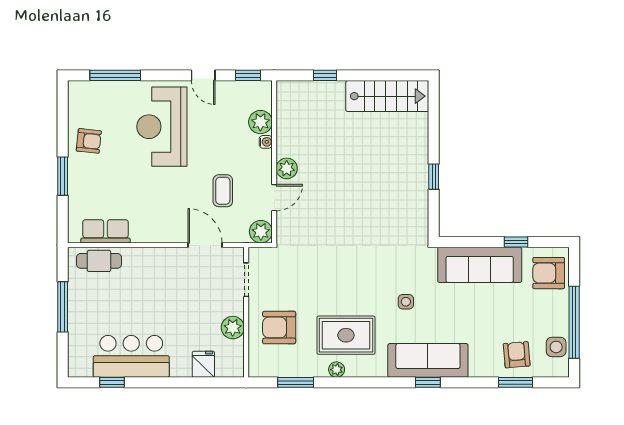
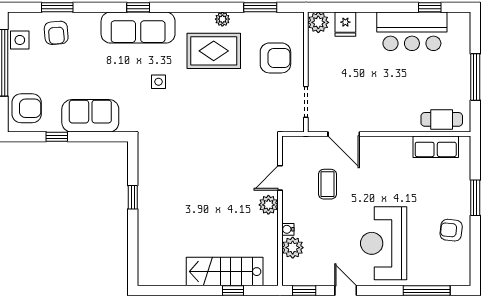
stairs: (387, 96) -> (225, 272), moved
reception desk: (162, 127) -> (384, 243), turned 180
plant: (261, 232) -> (292, 146), removed
sofa: (480, 265) -> (90, 116), width x0.73
plant: (233, 328) -> (318, 22), moved

